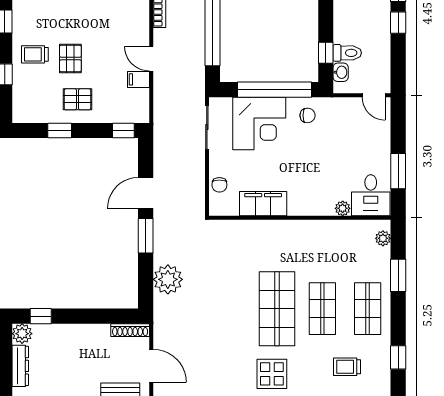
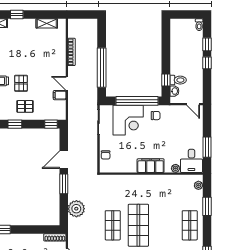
filing cabinet: (263, 204) -> (151, 166), moved
shop shelf: (322, 309) -> (113, 225), moved

